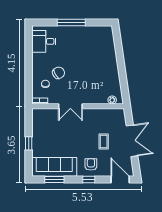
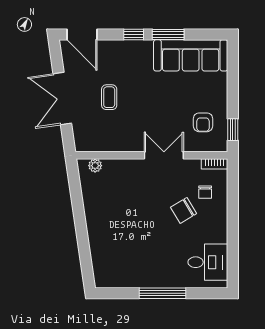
window: (29, 143) -> (233, 130), moved
armchair: (91, 164) -> (203, 122), moved
window: (54, 180) -> (168, 35), moved

